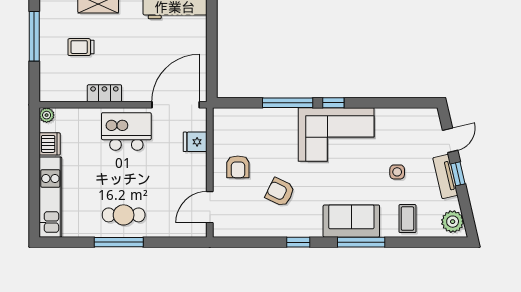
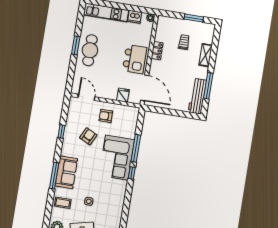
window: (34, 36) -> (194, 18), width x0.69
corner sofa: (336, 134) -> (117, 158), moved
cafe table: (124, 215) -> (90, 50), width x1.37, depth x1.35
window: (119, 242) -> (76, 45), width x0.69
window: (298, 242) -> (61, 132), moved

